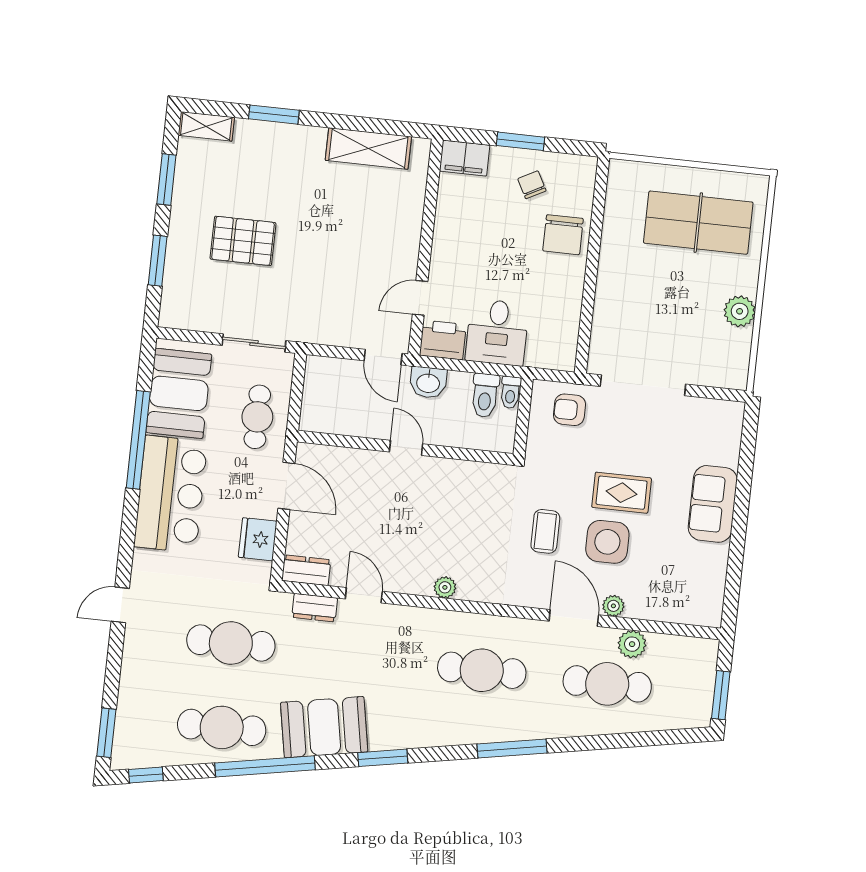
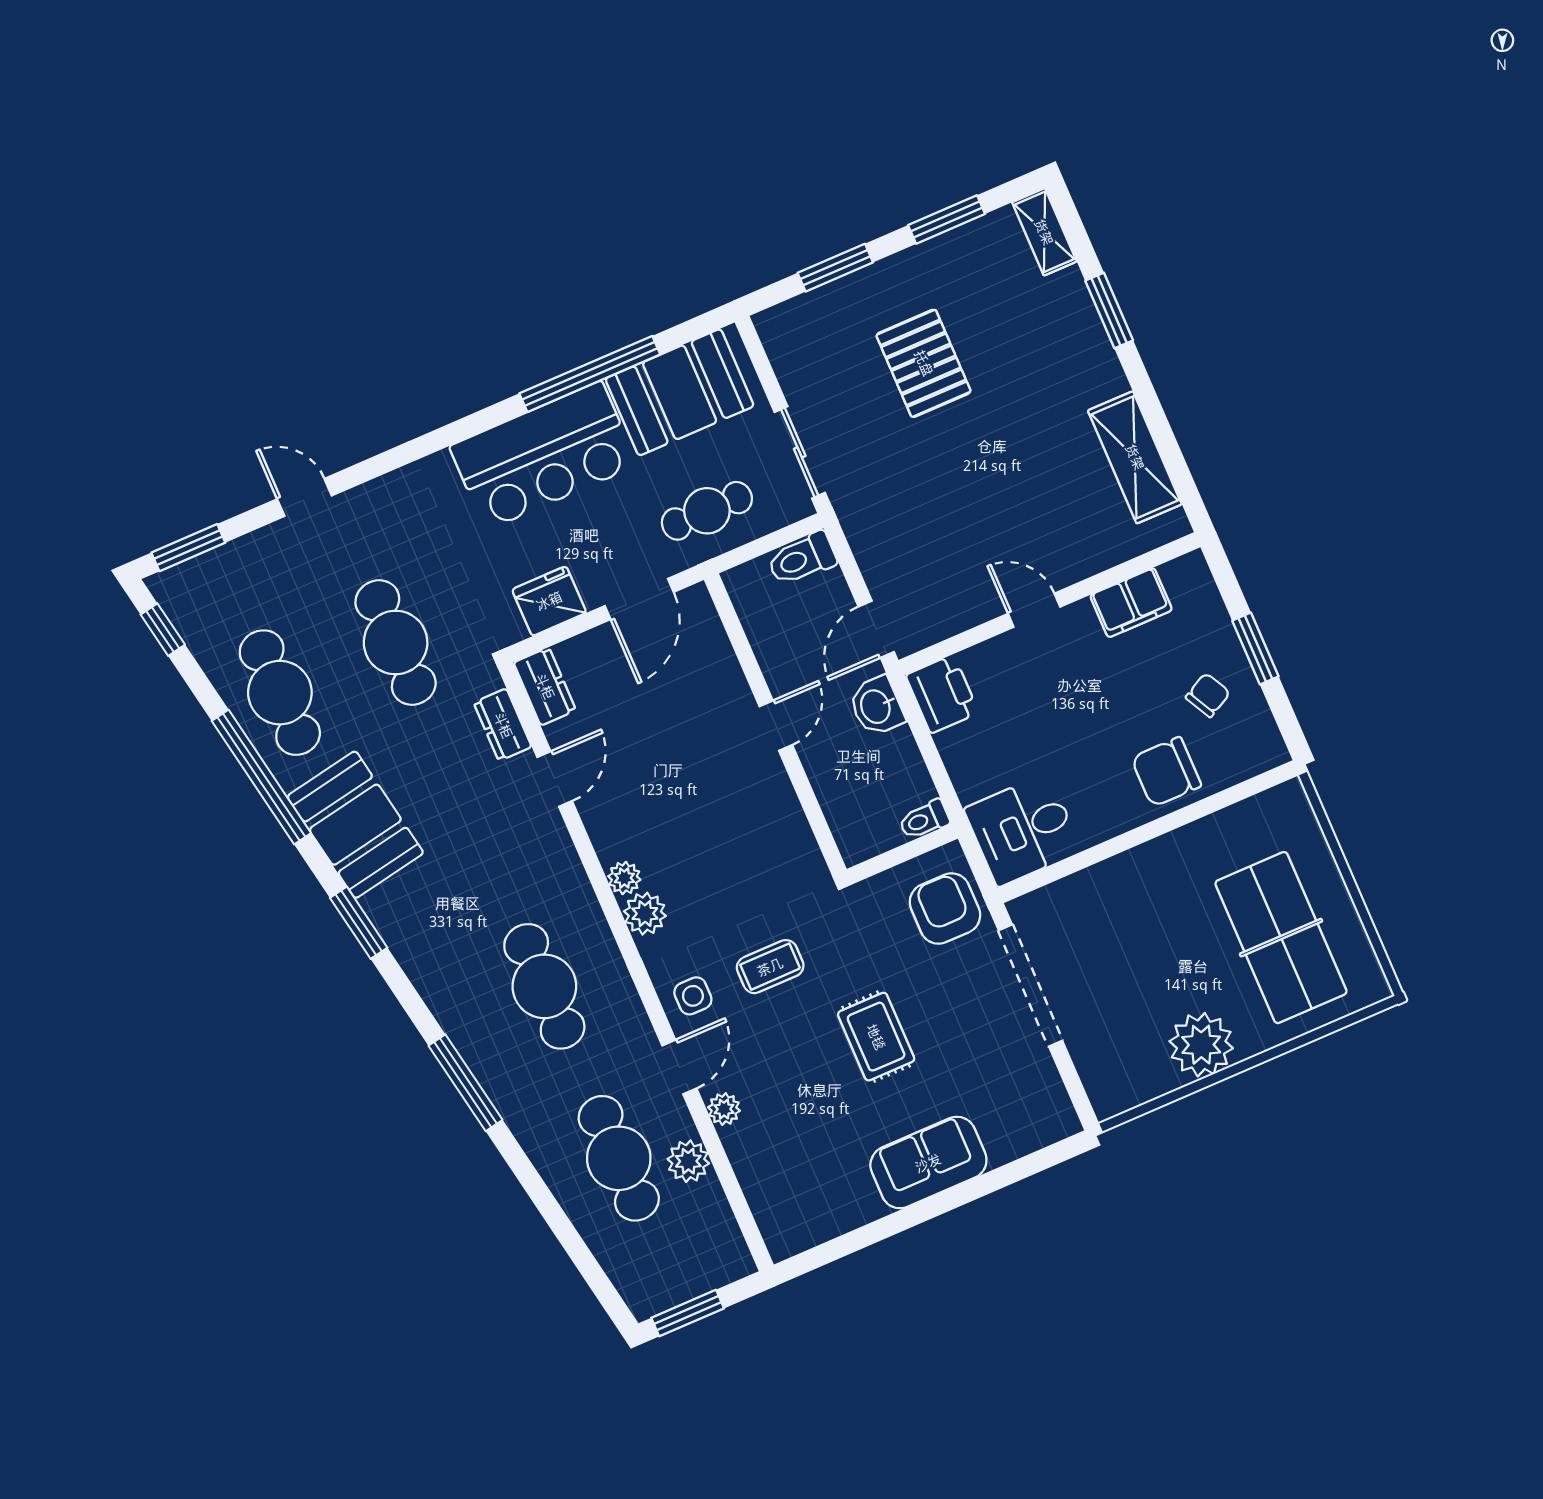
filing cabinet: (465, 158) -> (1131, 603), moved, turned -90
door: (420, 298) -> (1034, 610), moved
plant: (740, 311) -> (1201, 1045), width x1.36, depth x1.36
desk: (497, 332) -> (1023, 830), moved
toilet: (485, 395) -> (802, 559), moved
armchair: (569, 410) -> (945, 909), width x1.38, depth x1.38
side table: (607, 542) -> (693, 996), moved, width x0.54, depth x0.54
plant: (473, 587) -> (645, 914), added
door: (120, 605) -> (304, 497), moved
door: (574, 618) -> (679, 1067), width x0.73

